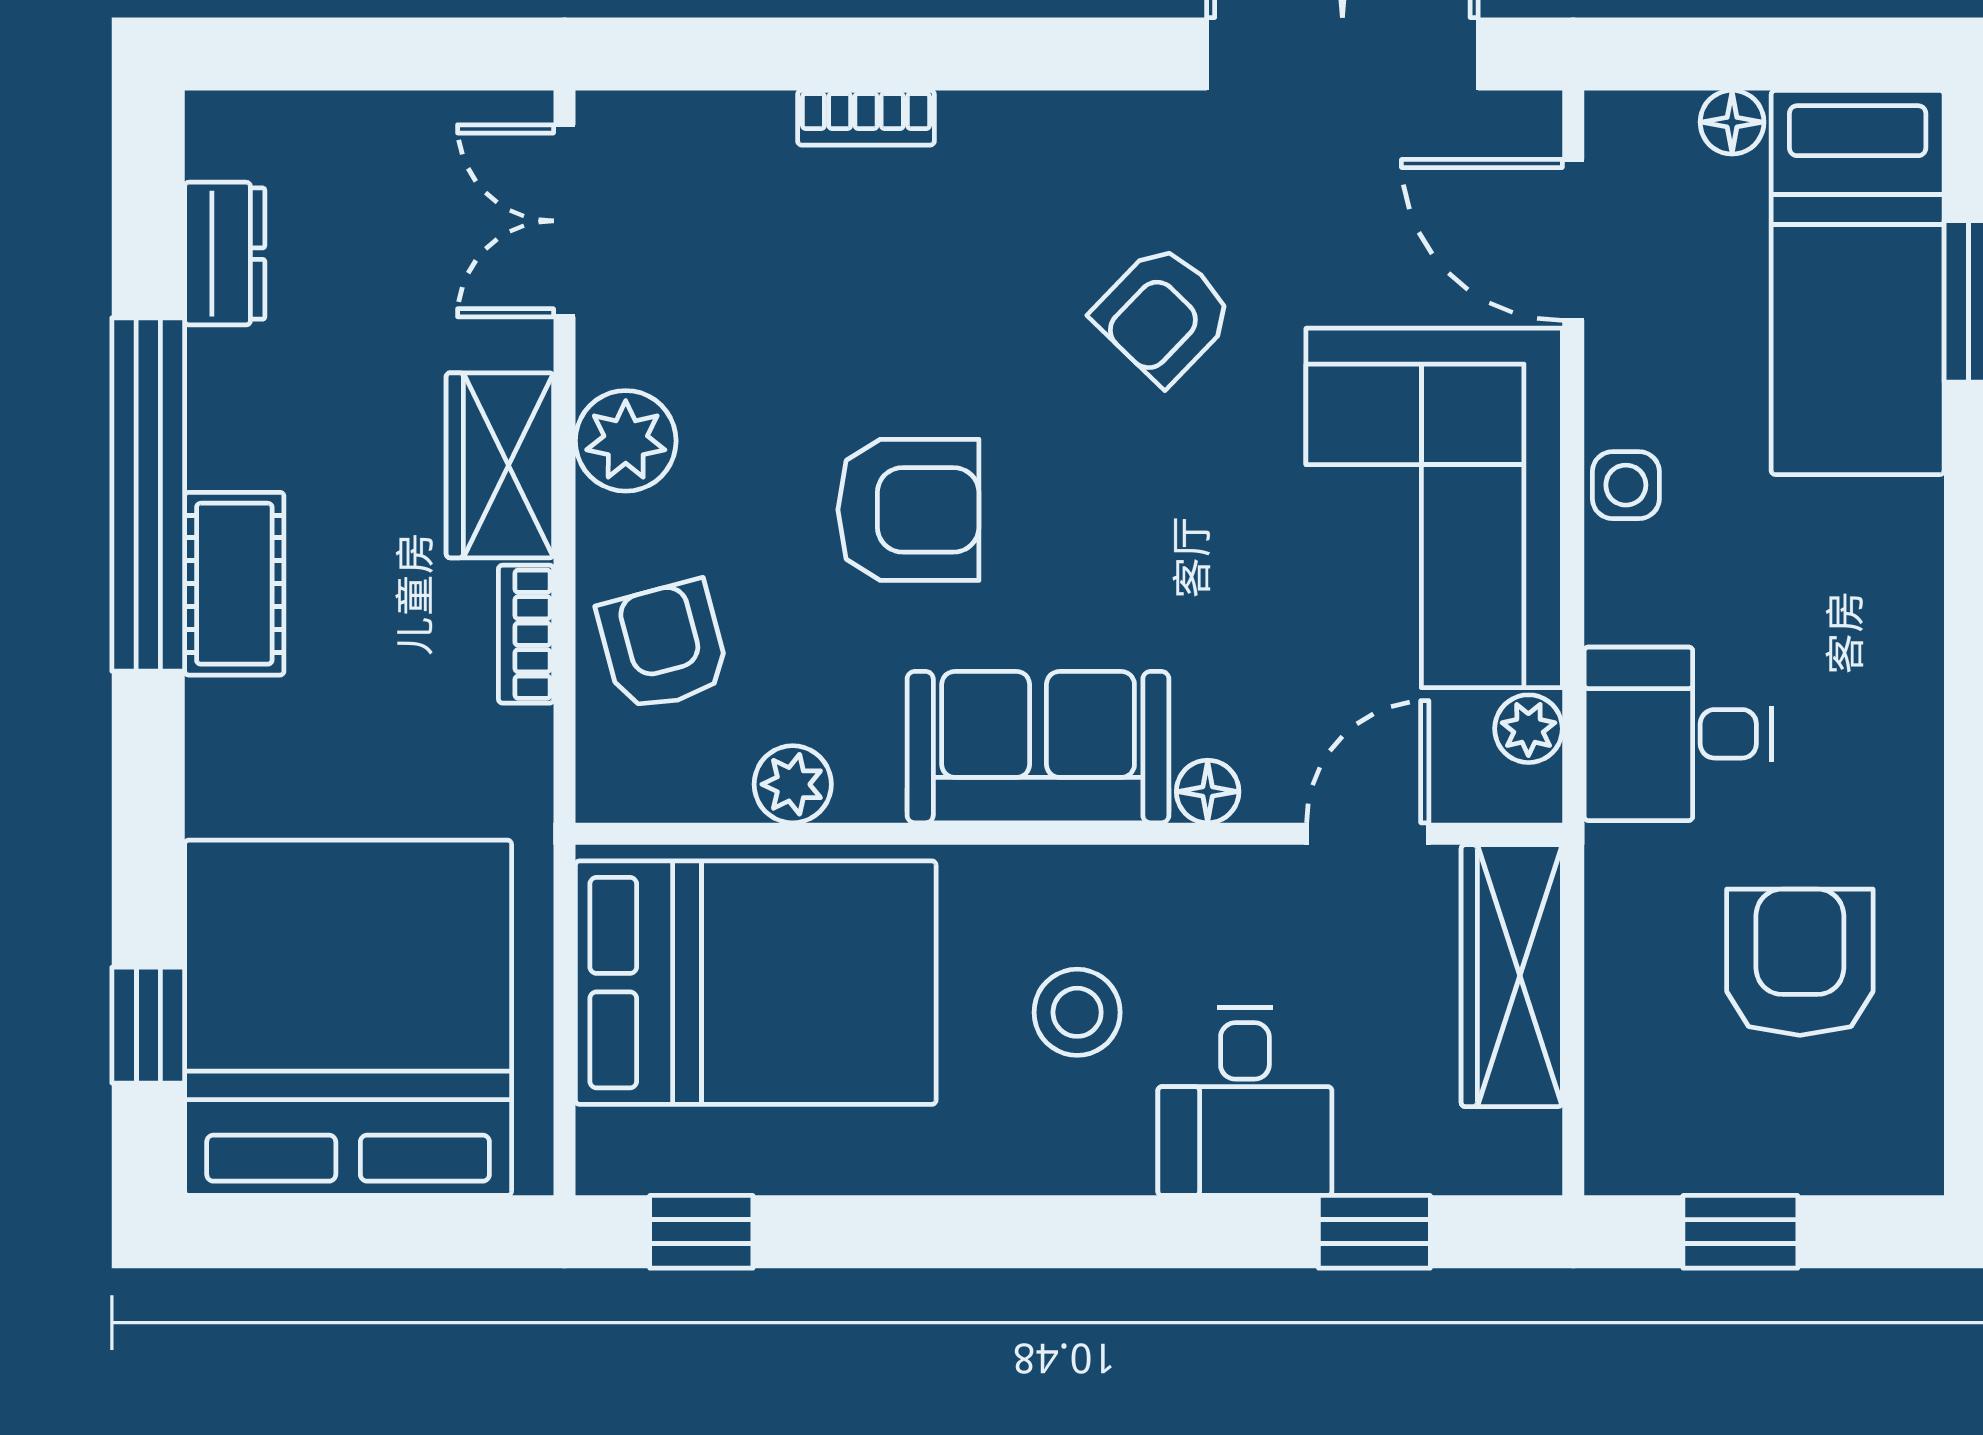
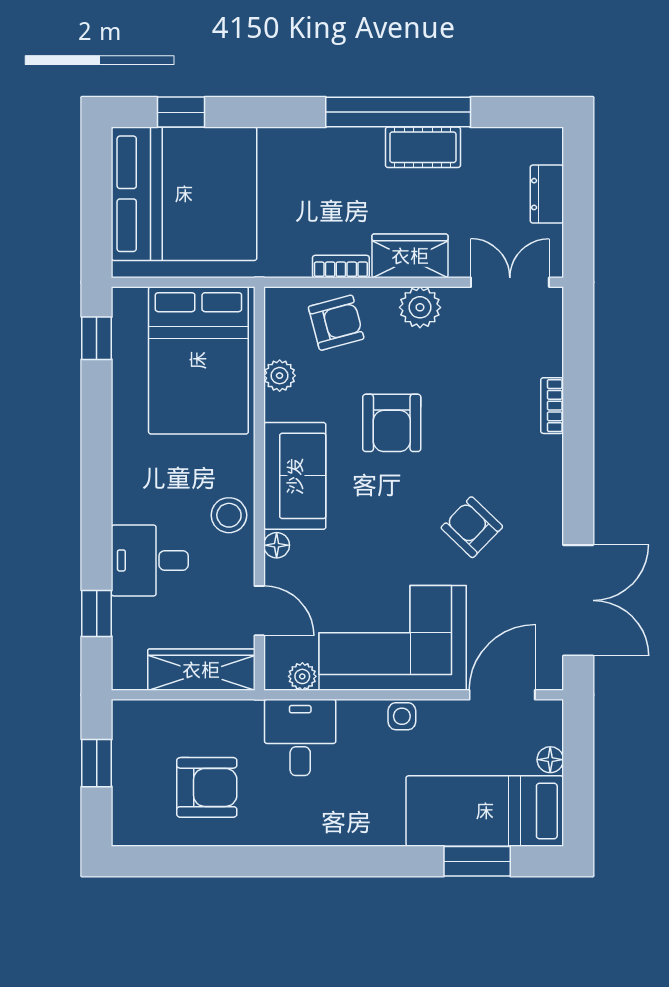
dresser: (225, 254) -> (547, 194), moved, turned 90
cot: (234, 584) -> (423, 147), moved
stool: (1077, 1012) -> (229, 515), moved

